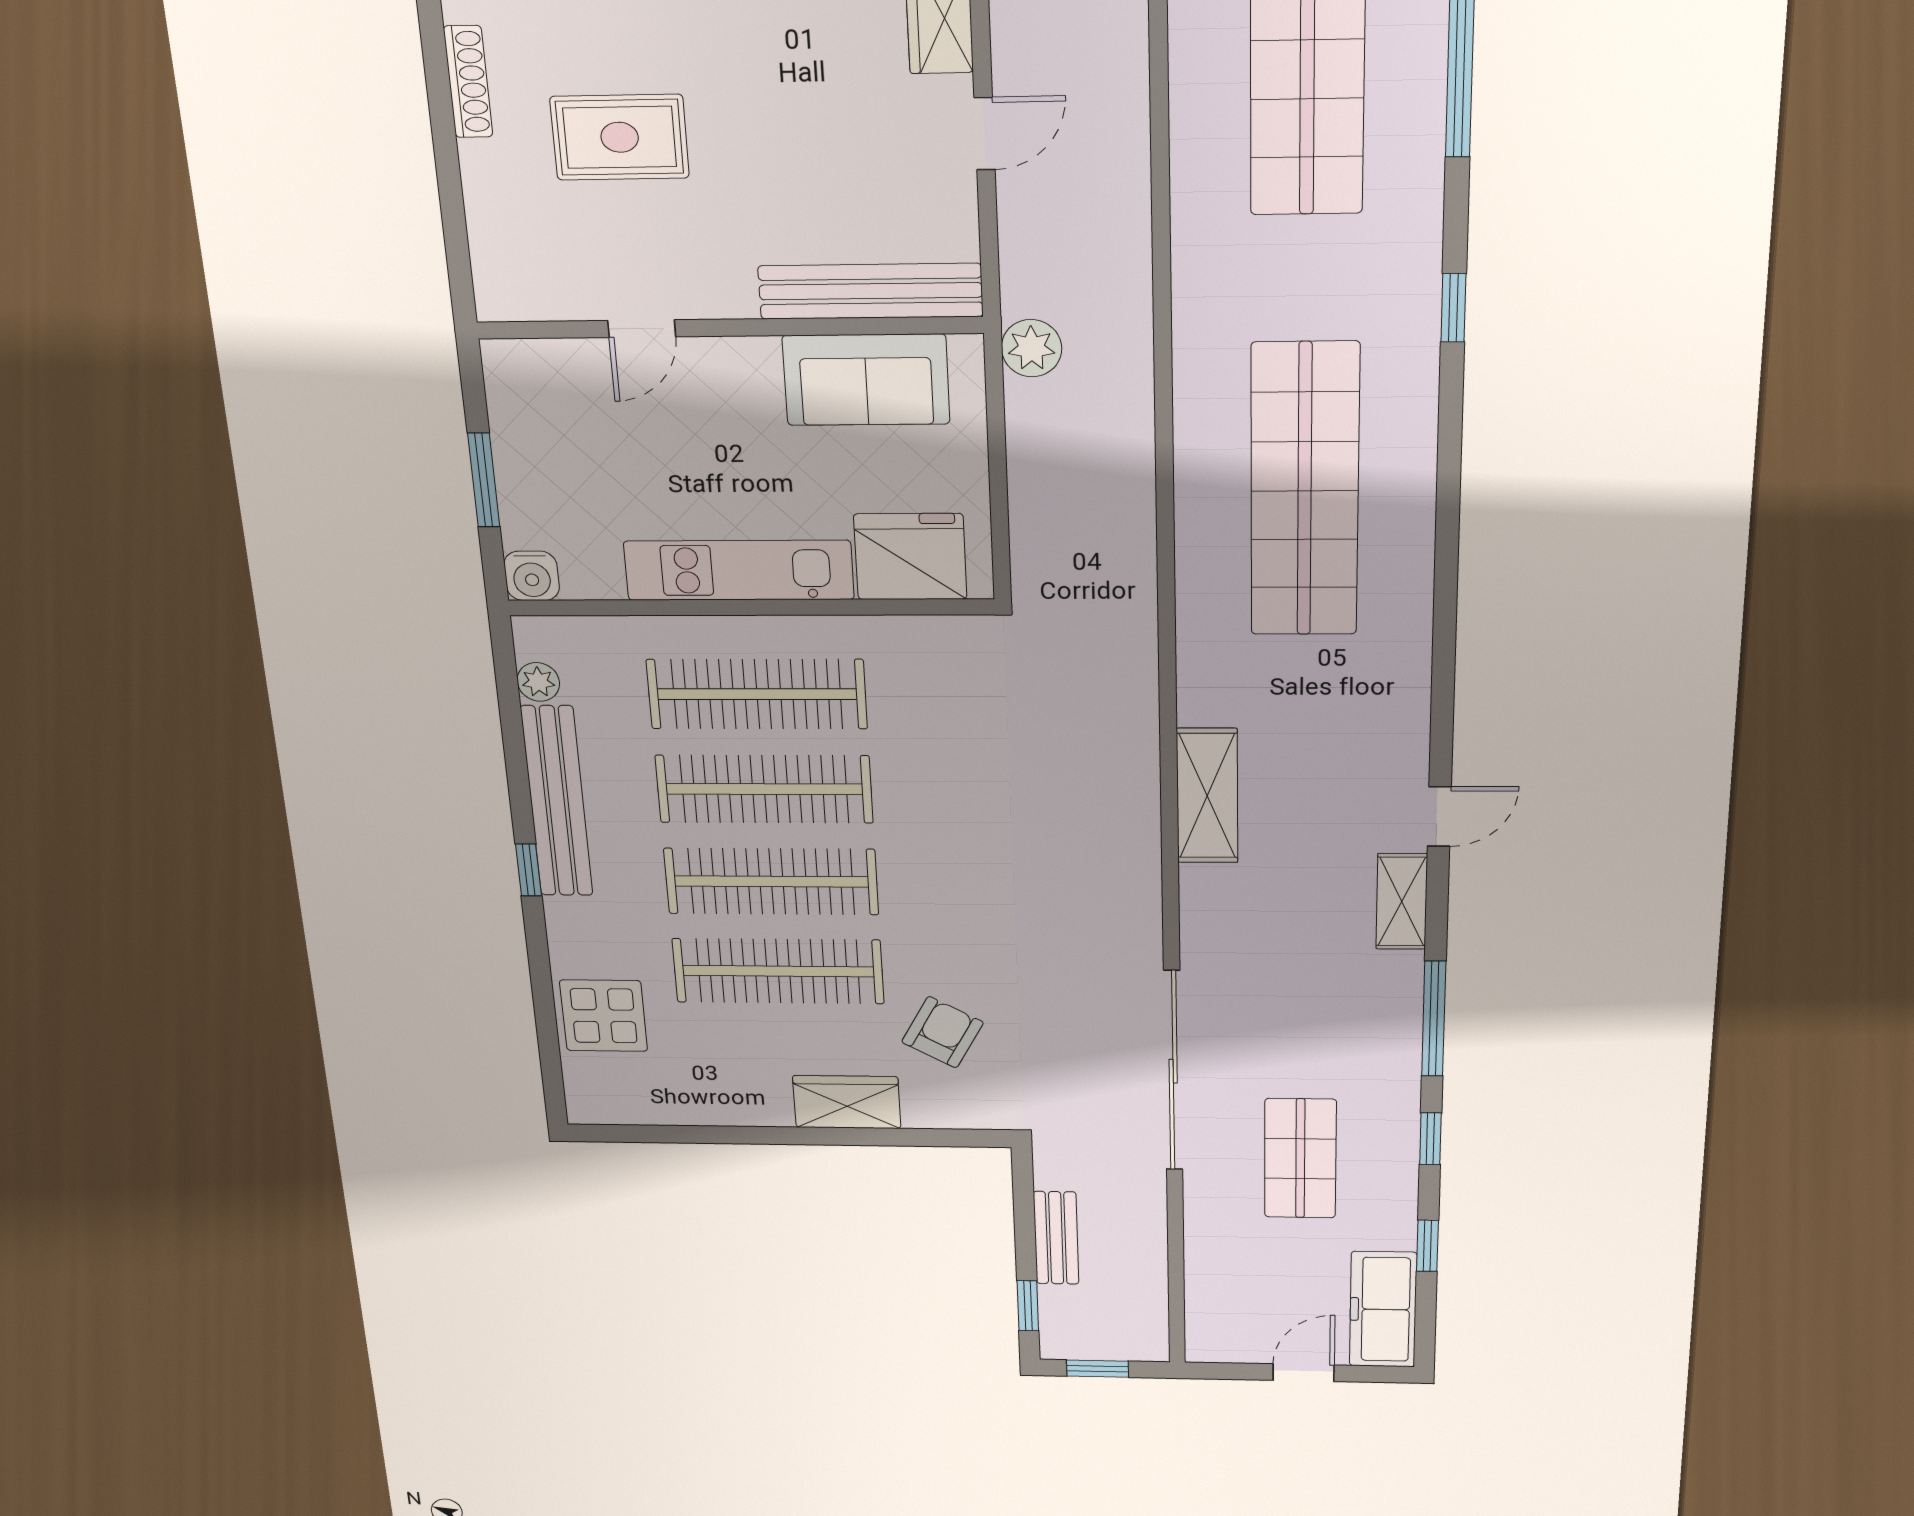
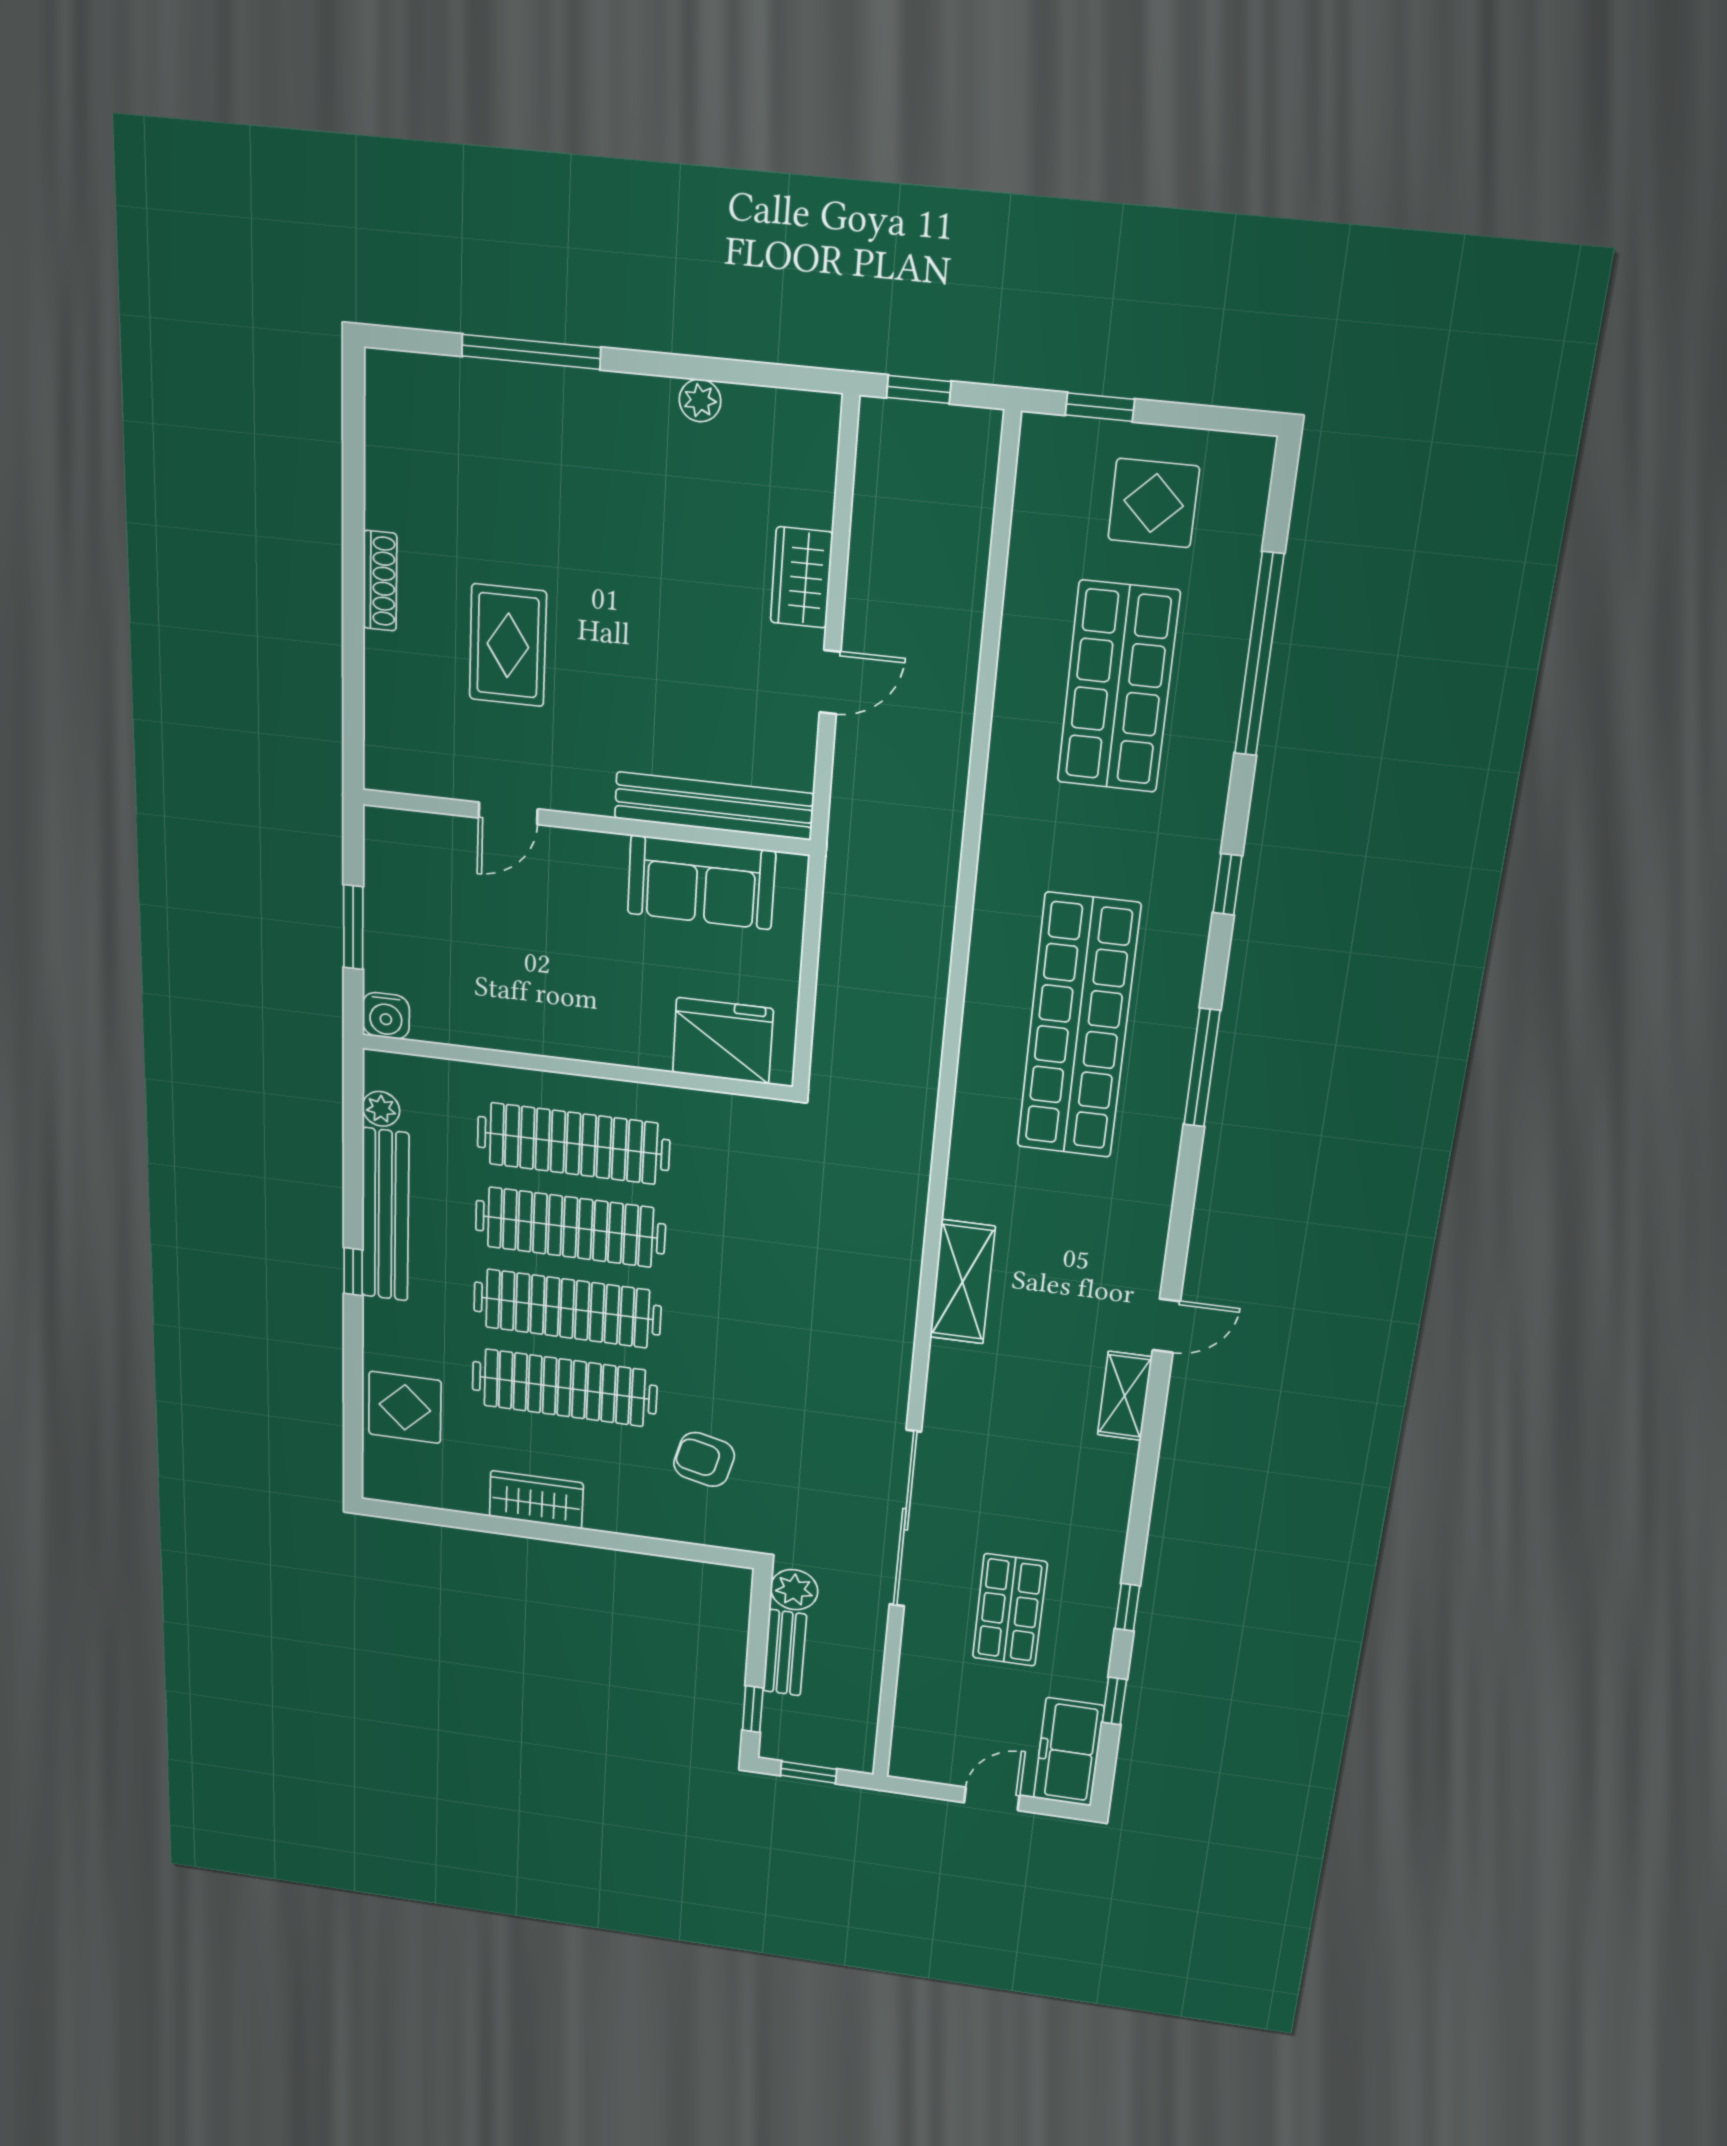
rug: (620, 137) -> (508, 645), turned 90
plant: (1031, 348) -> (794, 1590), moved
kitchen unit: (739, 570) -> (570, 1034), removed
window: (1434, 1019) -> (1202, 1068), moved
armchair: (942, 1032) -> (704, 1459), turned -105
wardrobe: (847, 1102) -> (536, 1500), moved

